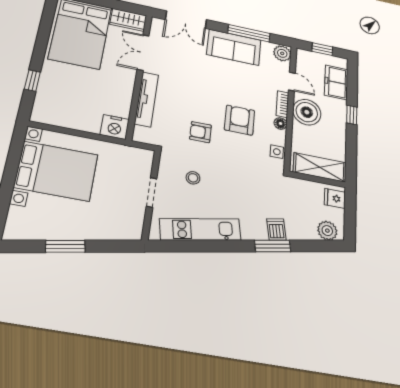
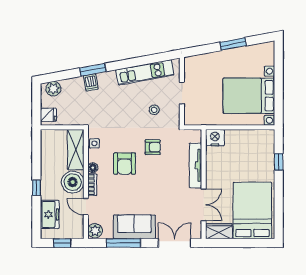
shelving: (320, 167) -> (76, 150), moved, turned 90

